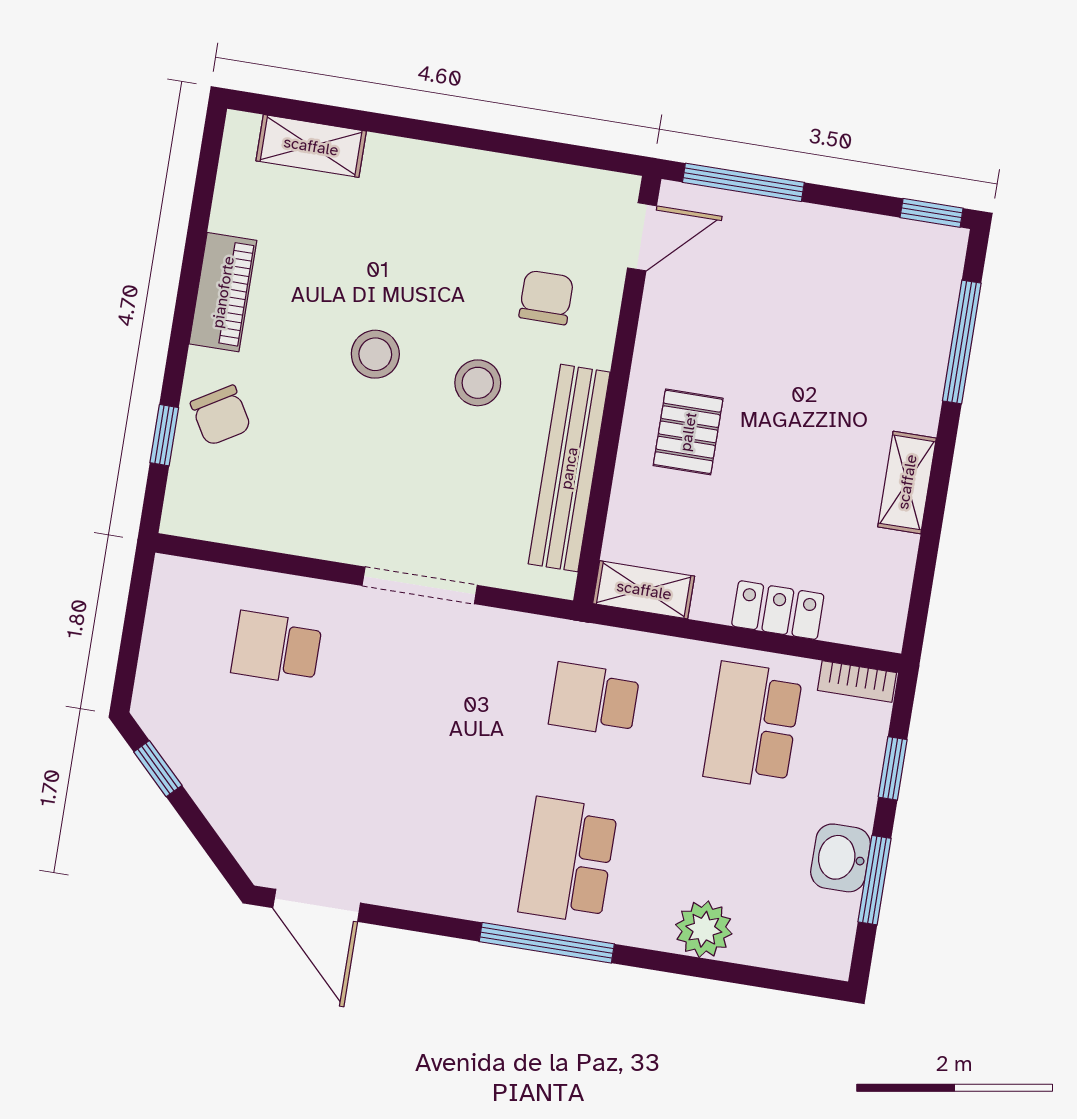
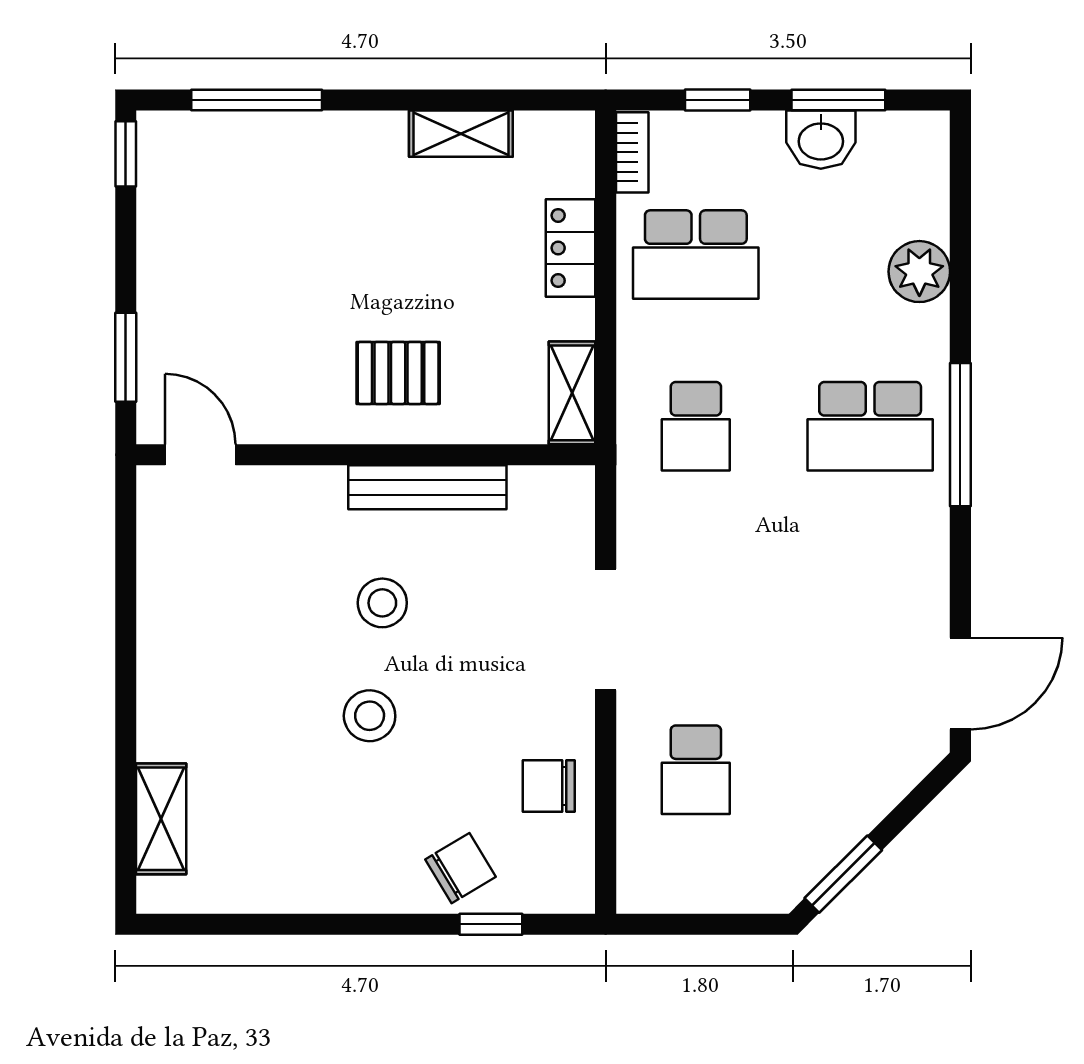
window: (743, 182) -> (126, 357), width x0.69
piano: (223, 292) -> (330, 887), removed
chair: (546, 297) -> (549, 786), moved
bench: (569, 468) -> (427, 487), width x0.73, depth x0.82
shelving: (907, 482) -> (461, 134), moved
window: (158, 769) -> (843, 874), width x1.50

